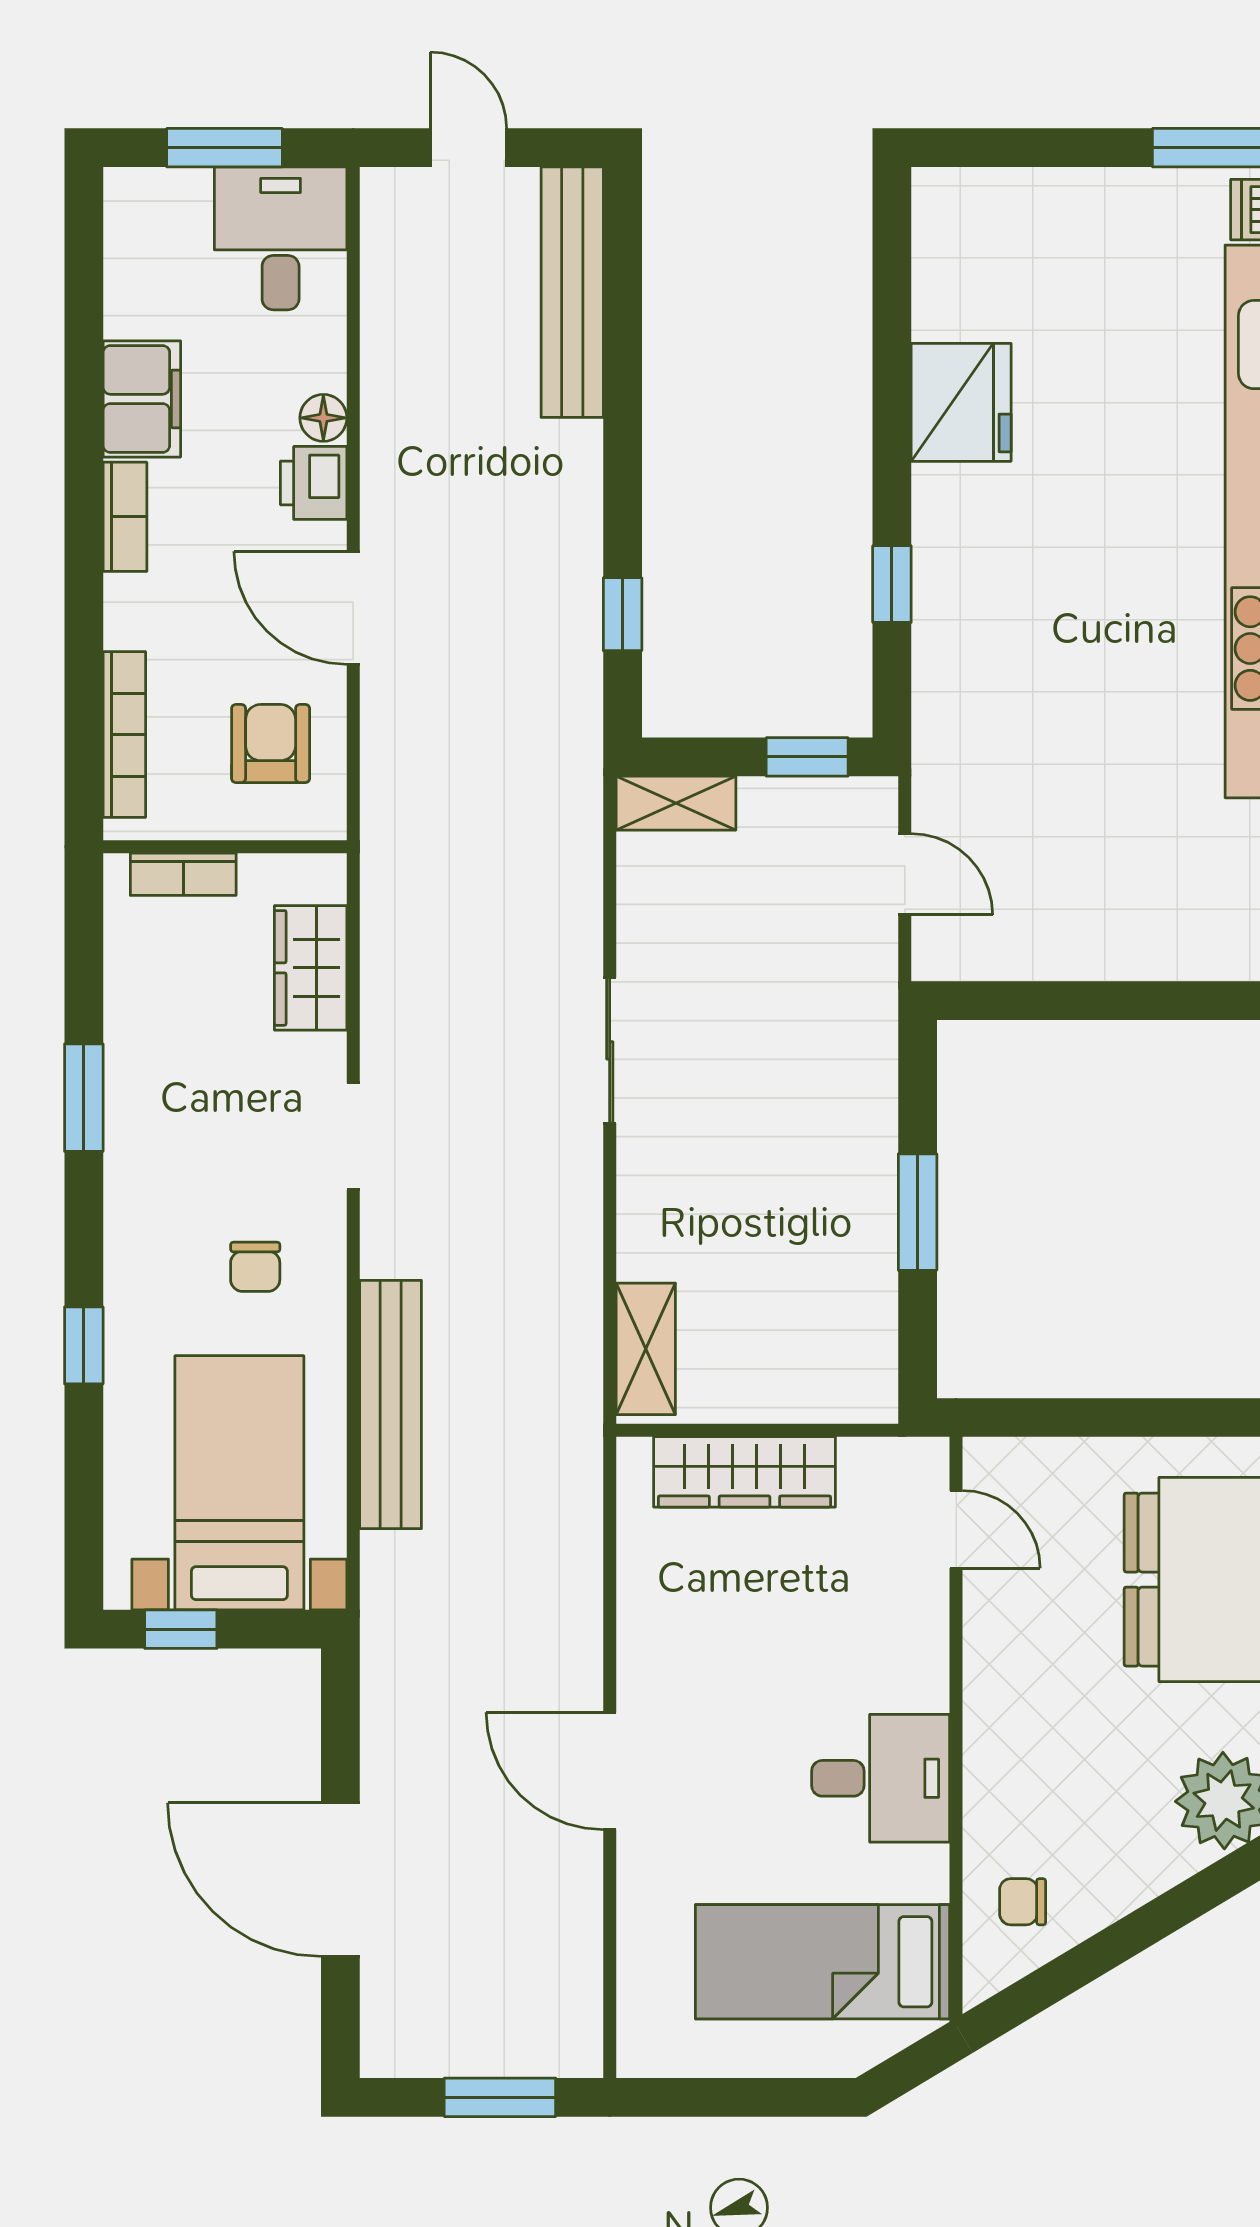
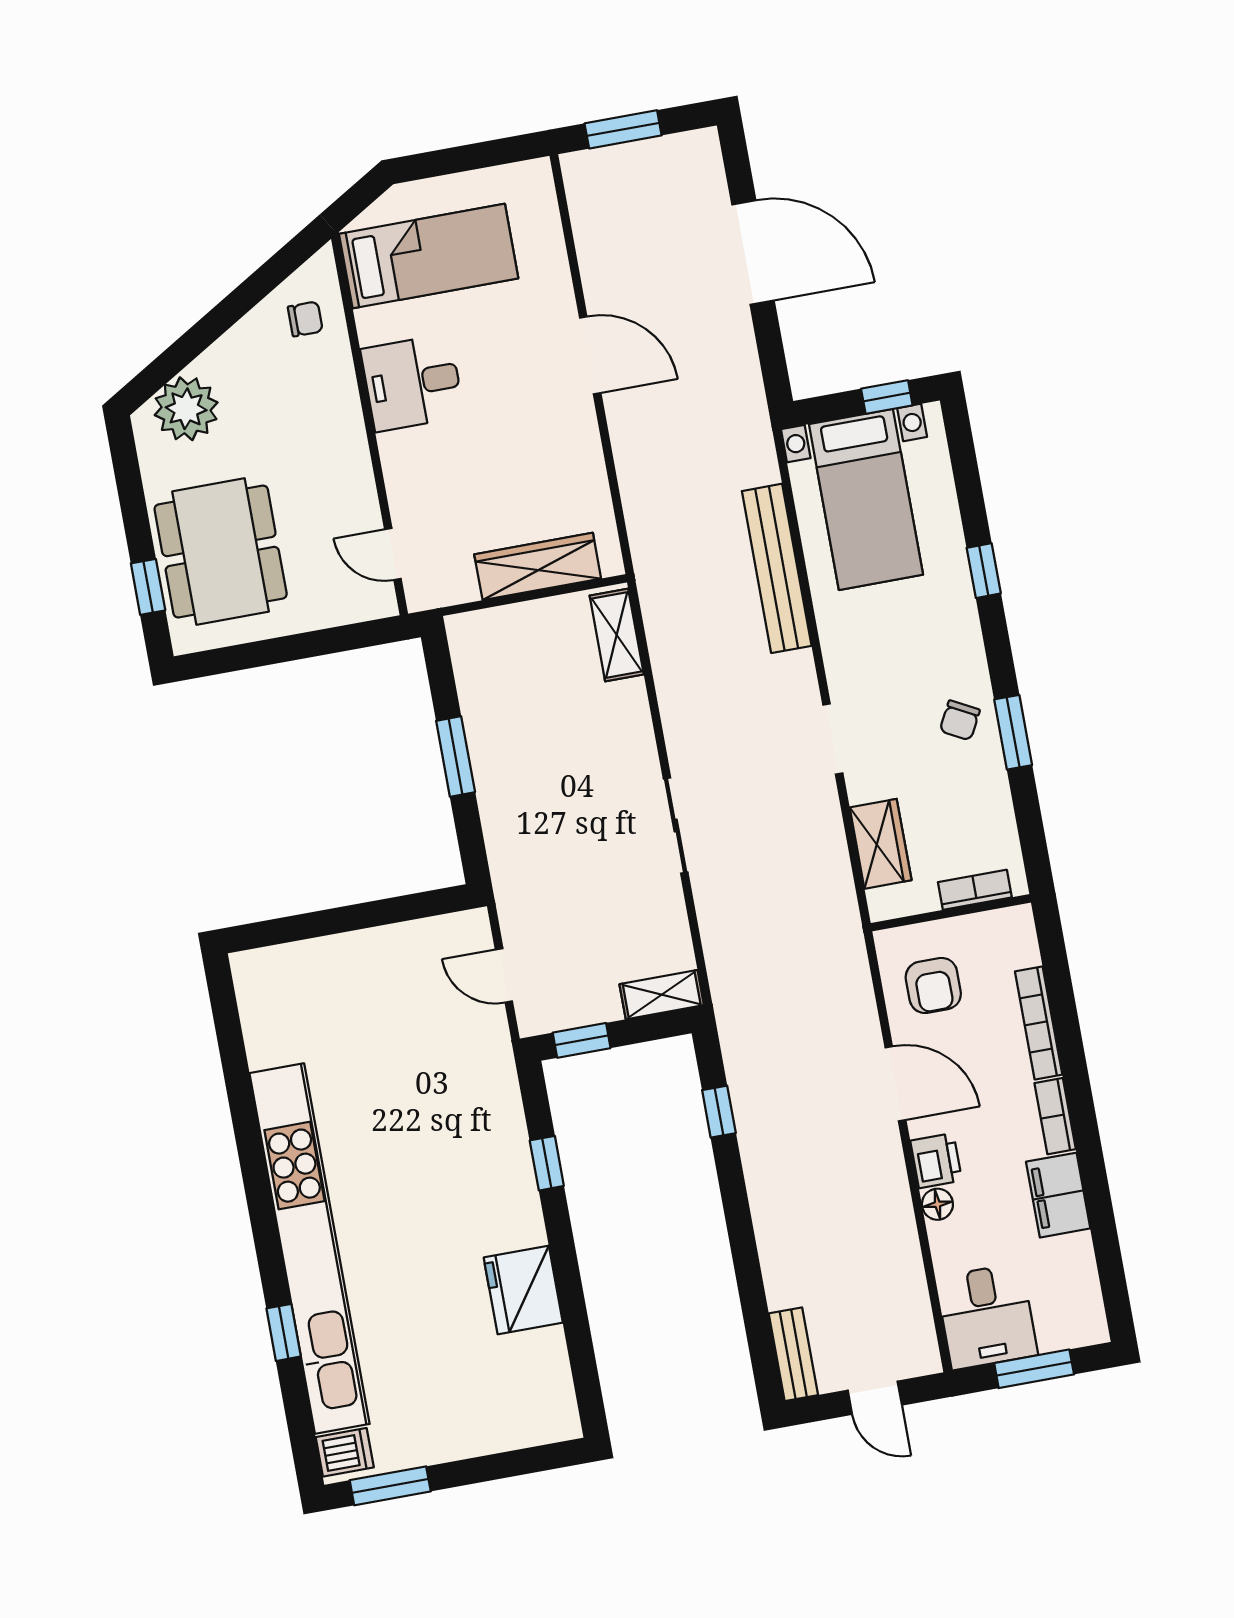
bench: (572, 292) -> (793, 1354), width x0.54, depth x0.82
bookcase: (124, 735) -> (1039, 1023), moved
chair: (255, 1267) -> (960, 720), moved, turned -152

